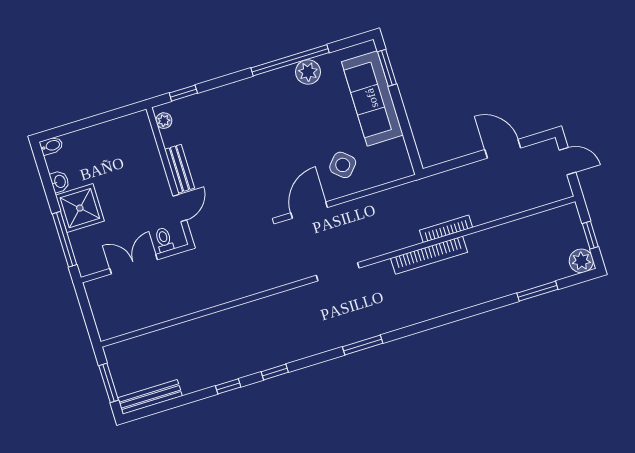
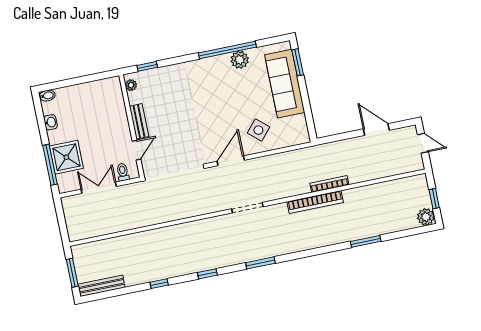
shower: (80, 208) -> (66, 157), moved
window: (537, 291) -> (366, 241), moved
window: (275, 372) -> (207, 274), moved

